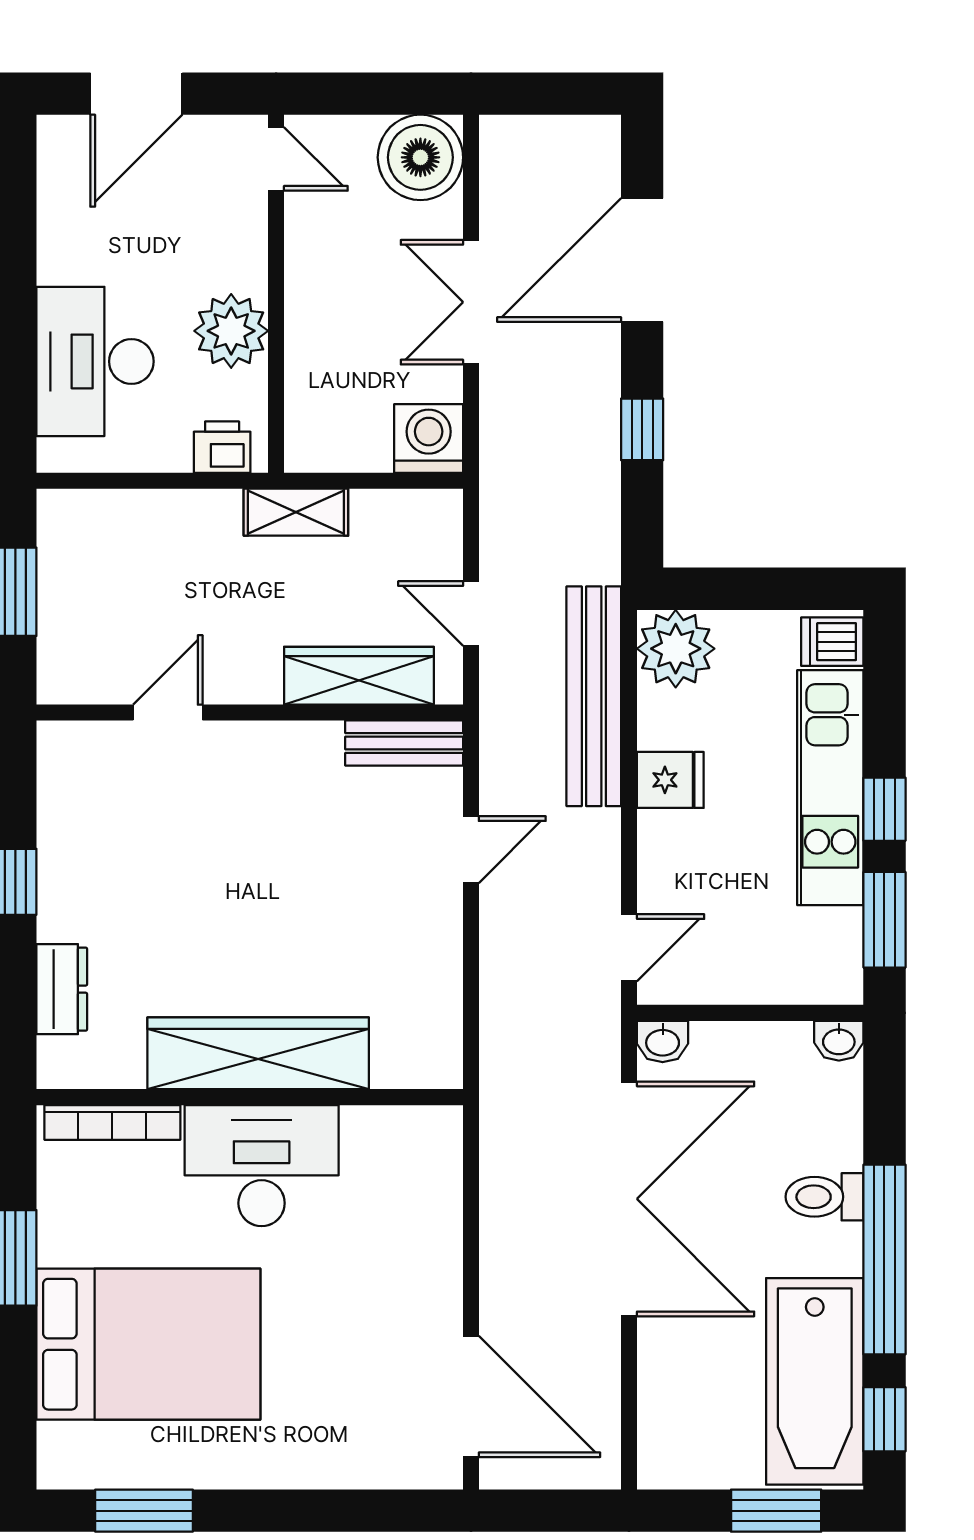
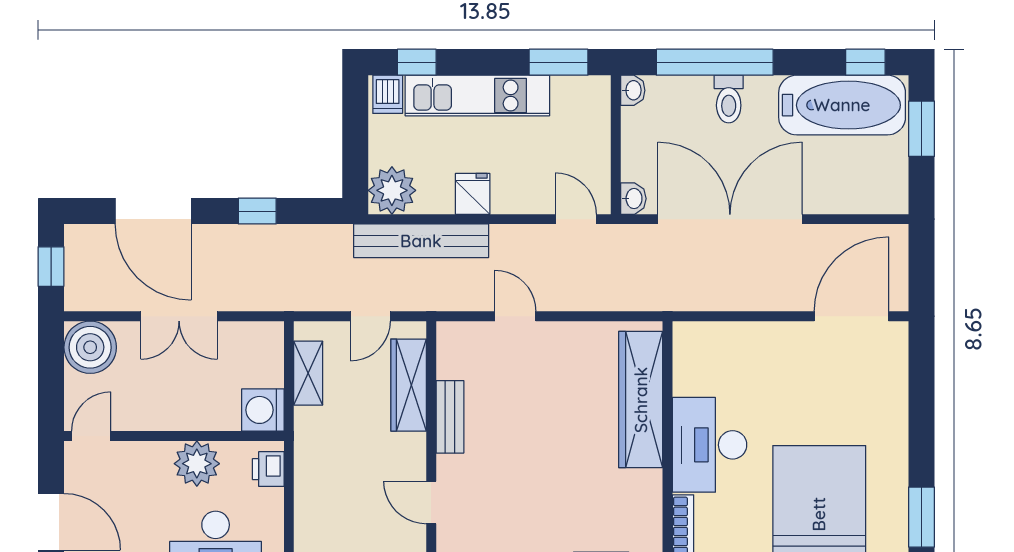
window: (552, 94) -> (51, 267), added
washing machine: (429, 438) -> (263, 410), moved
shelving: (296, 512) -> (308, 373), moved
bench: (404, 743) -> (450, 417), moved
window: (884, 809) -> (417, 62), moved
wardrobe: (258, 1053) -> (641, 400), moved
window: (884, 1260) -> (715, 62), moved

